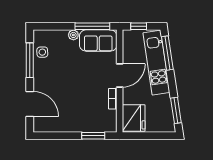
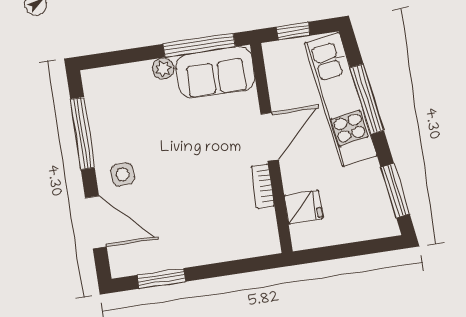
side table: (42, 52) -> (123, 174), moved
window: (167, 53) -> (367, 99), moved
fridge: (134, 118) -> (303, 207), width x0.53, depth x0.75
window: (93, 136) -> (161, 278), moved

